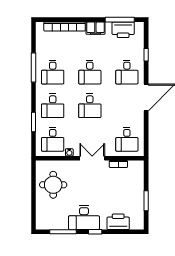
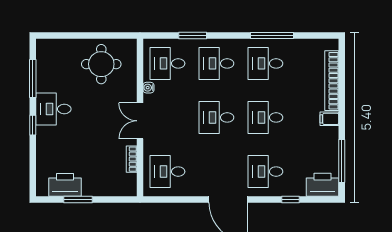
filing cabinet: (95, 28) -> (329, 119), width x0.50
printer: (123, 30) -> (323, 185), moved, turned 90
double door: (92, 158) -> (140, 121), swing flipped
desk: (84, 218) -> (53, 109), width x0.73
printer: (118, 222) -> (65, 185), moved, turned -90

